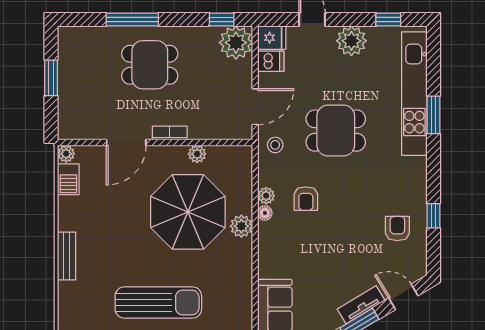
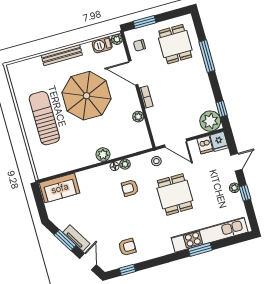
window: (388, 19) -> (245, 193), moved
plant: (351, 41) -> (234, 188), width x0.53, depth x0.53
dining table: (150, 65) -> (175, 44), moved
window: (51, 78) -> (145, 22), moved
chair: (85, 121) -> (139, 45), added
parasol: (188, 212) -> (87, 96), moved
window: (434, 216) -> (127, 270), moved
bench: (67, 256) -> (62, 55), width x1.36
sun lounger: (158, 302) -> (44, 118), turned 180

